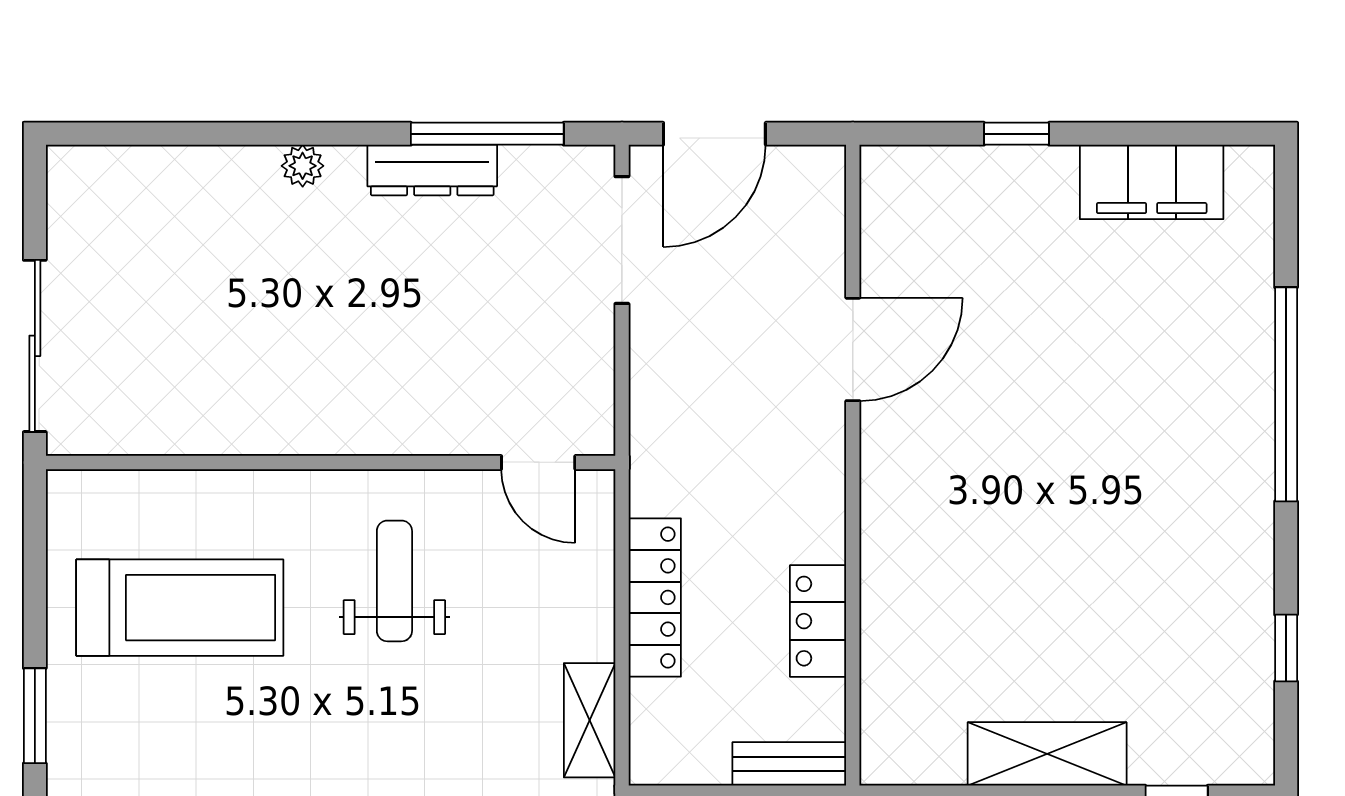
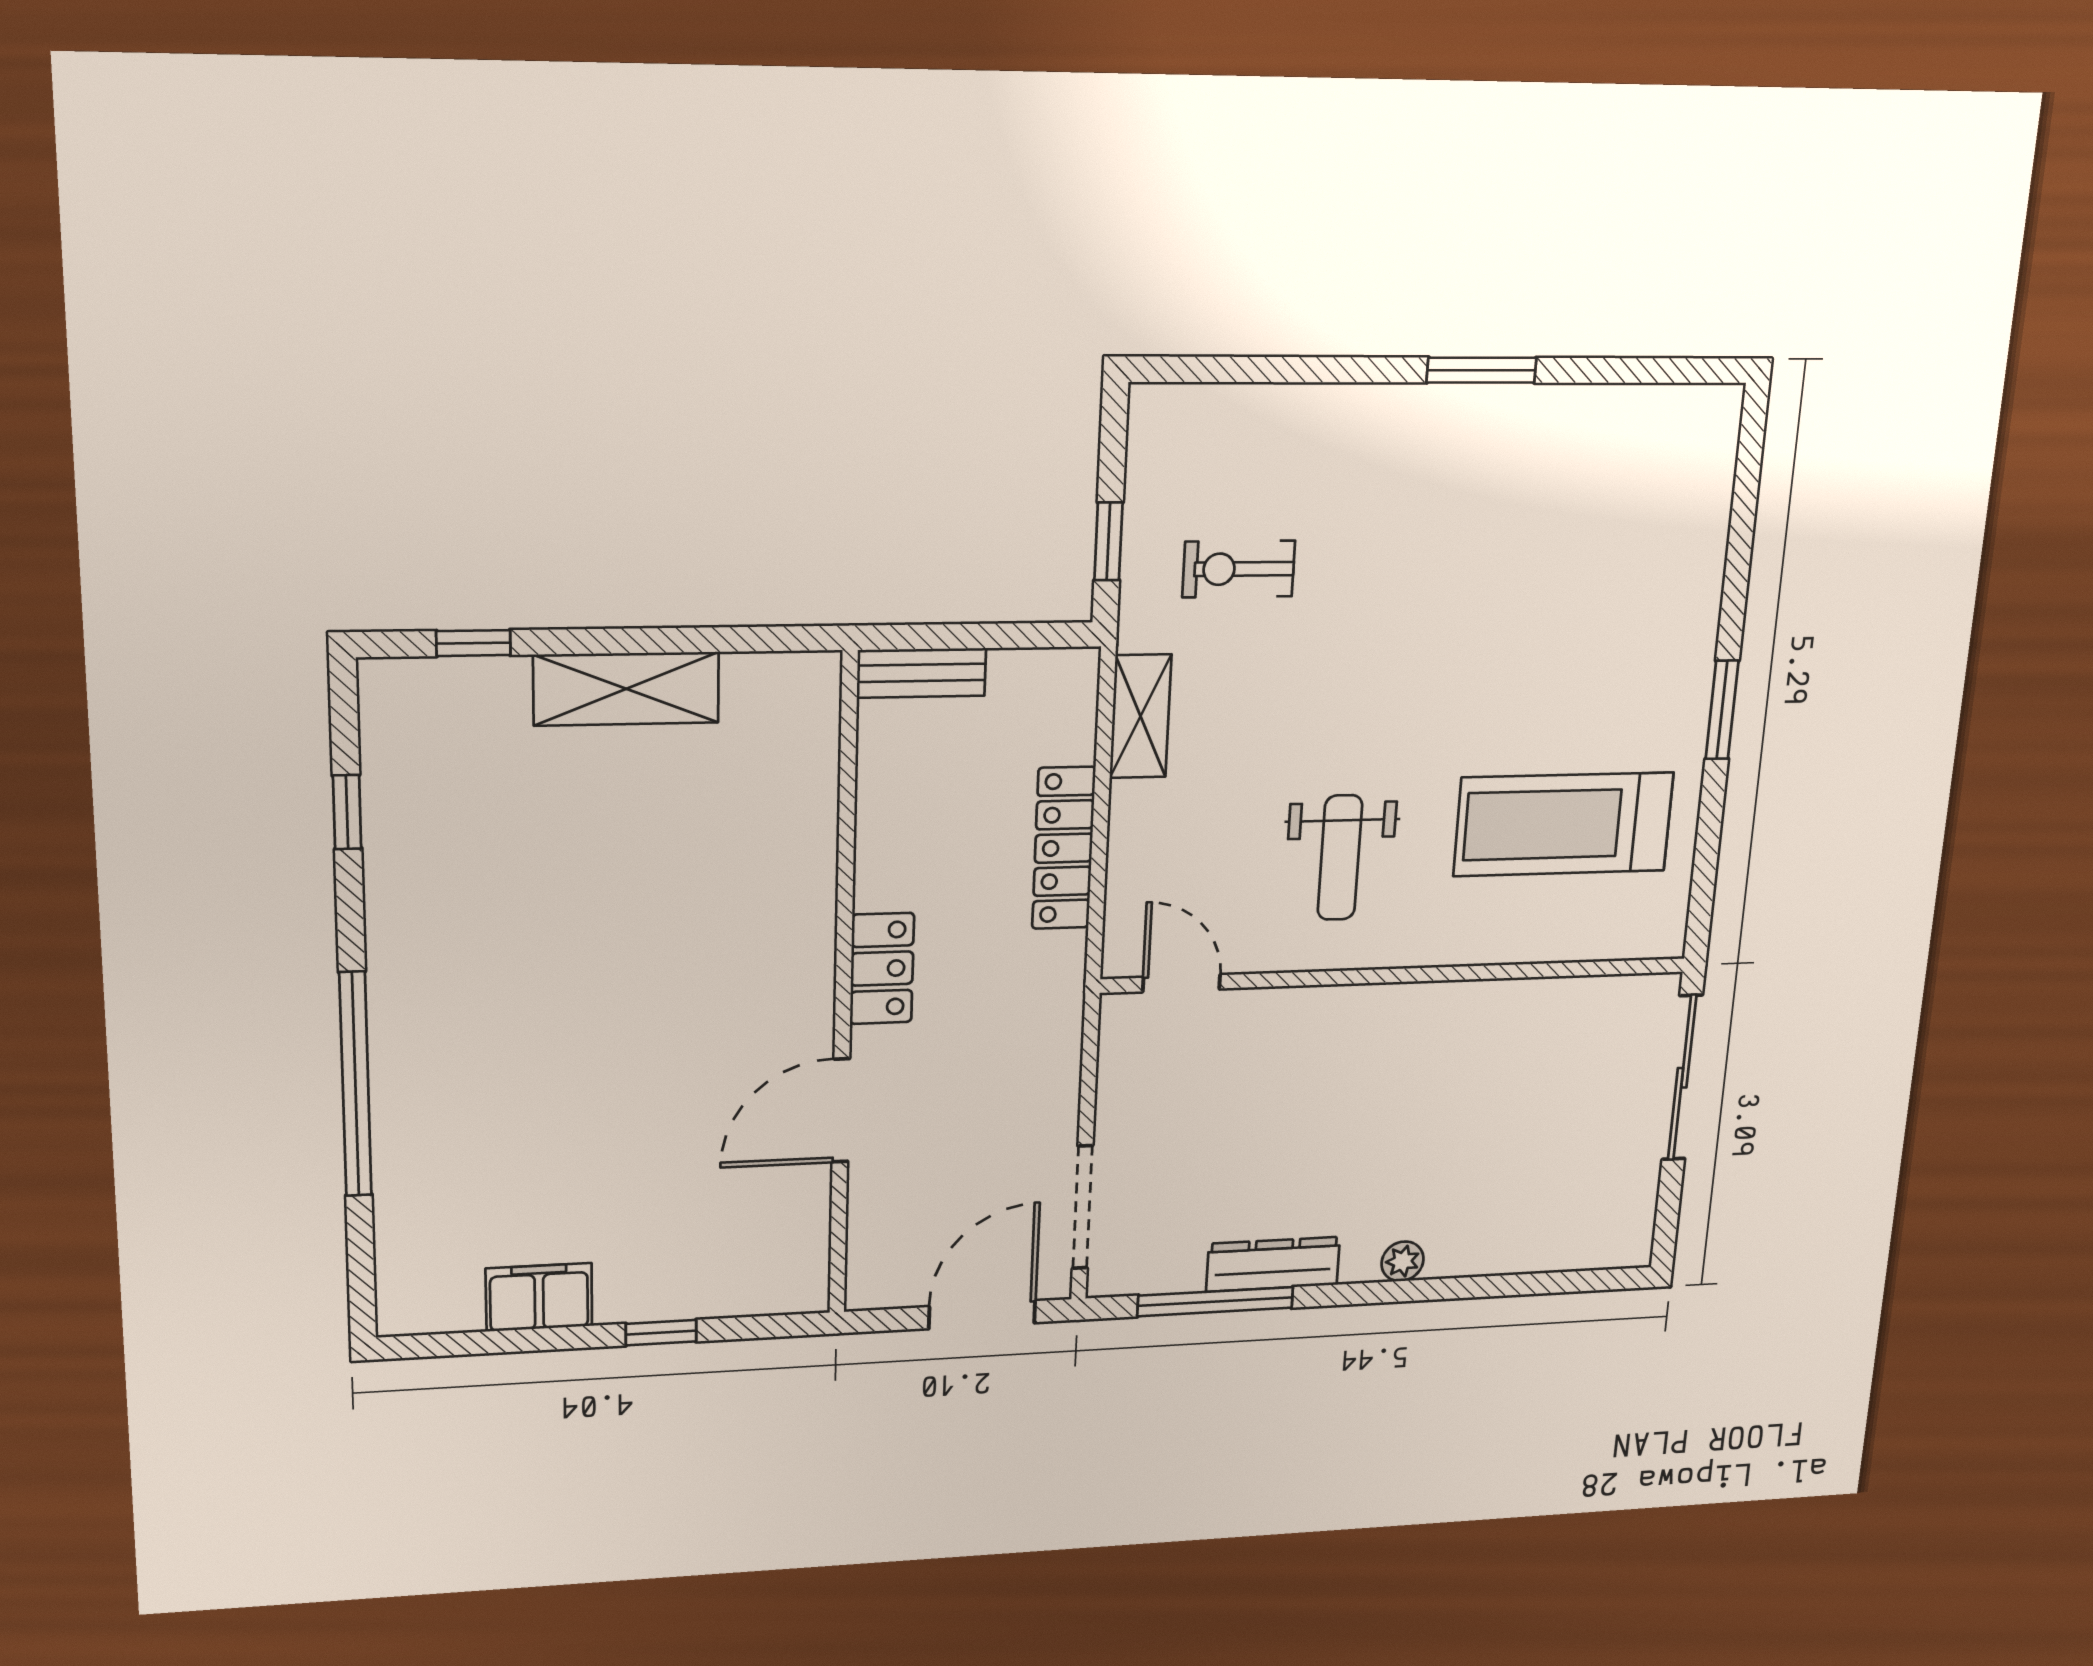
filing cabinet: (1152, 182) -> (539, 1297), width x0.67, depth x0.86
locker: (818, 621) -> (882, 969), moved

